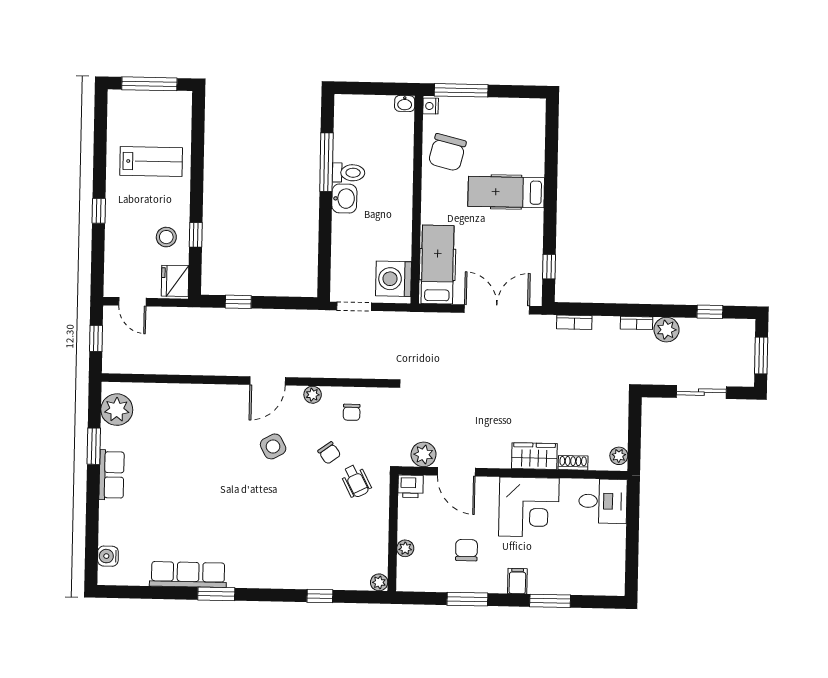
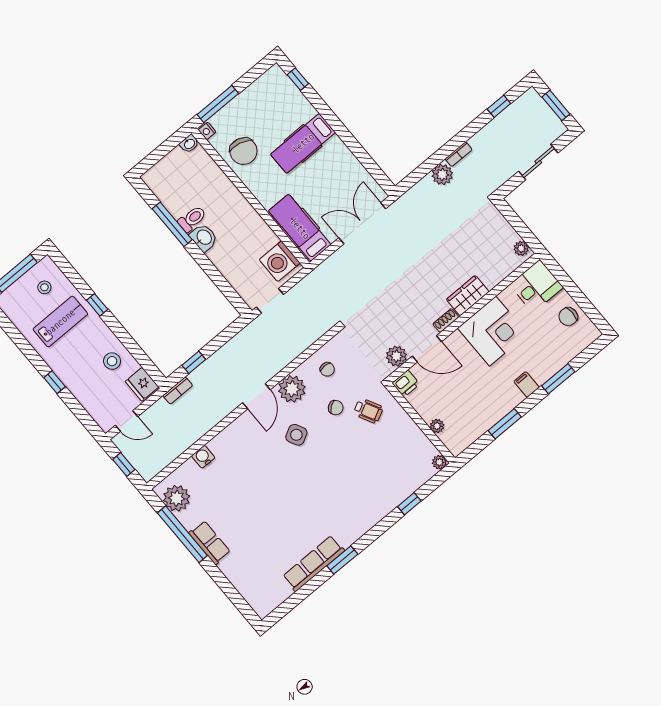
stool: (164, 118) -> (44, 287), added
window: (196, 235) -> (97, 305), moved
window: (549, 267) -> (298, 79), moved
bookcase: (574, 322) -> (178, 391), moved
plant: (666, 330) -> (442, 175), moved
plant: (313, 395) -> (292, 389), width x1.87, depth x1.87
window: (94, 446) -> (182, 534), width x2.11
shoe rack: (573, 463) -> (446, 321), moved
chair: (466, 550) -> (568, 317), moved, turned -90
water cooler: (108, 556) -> (203, 457), moved, turned 90

